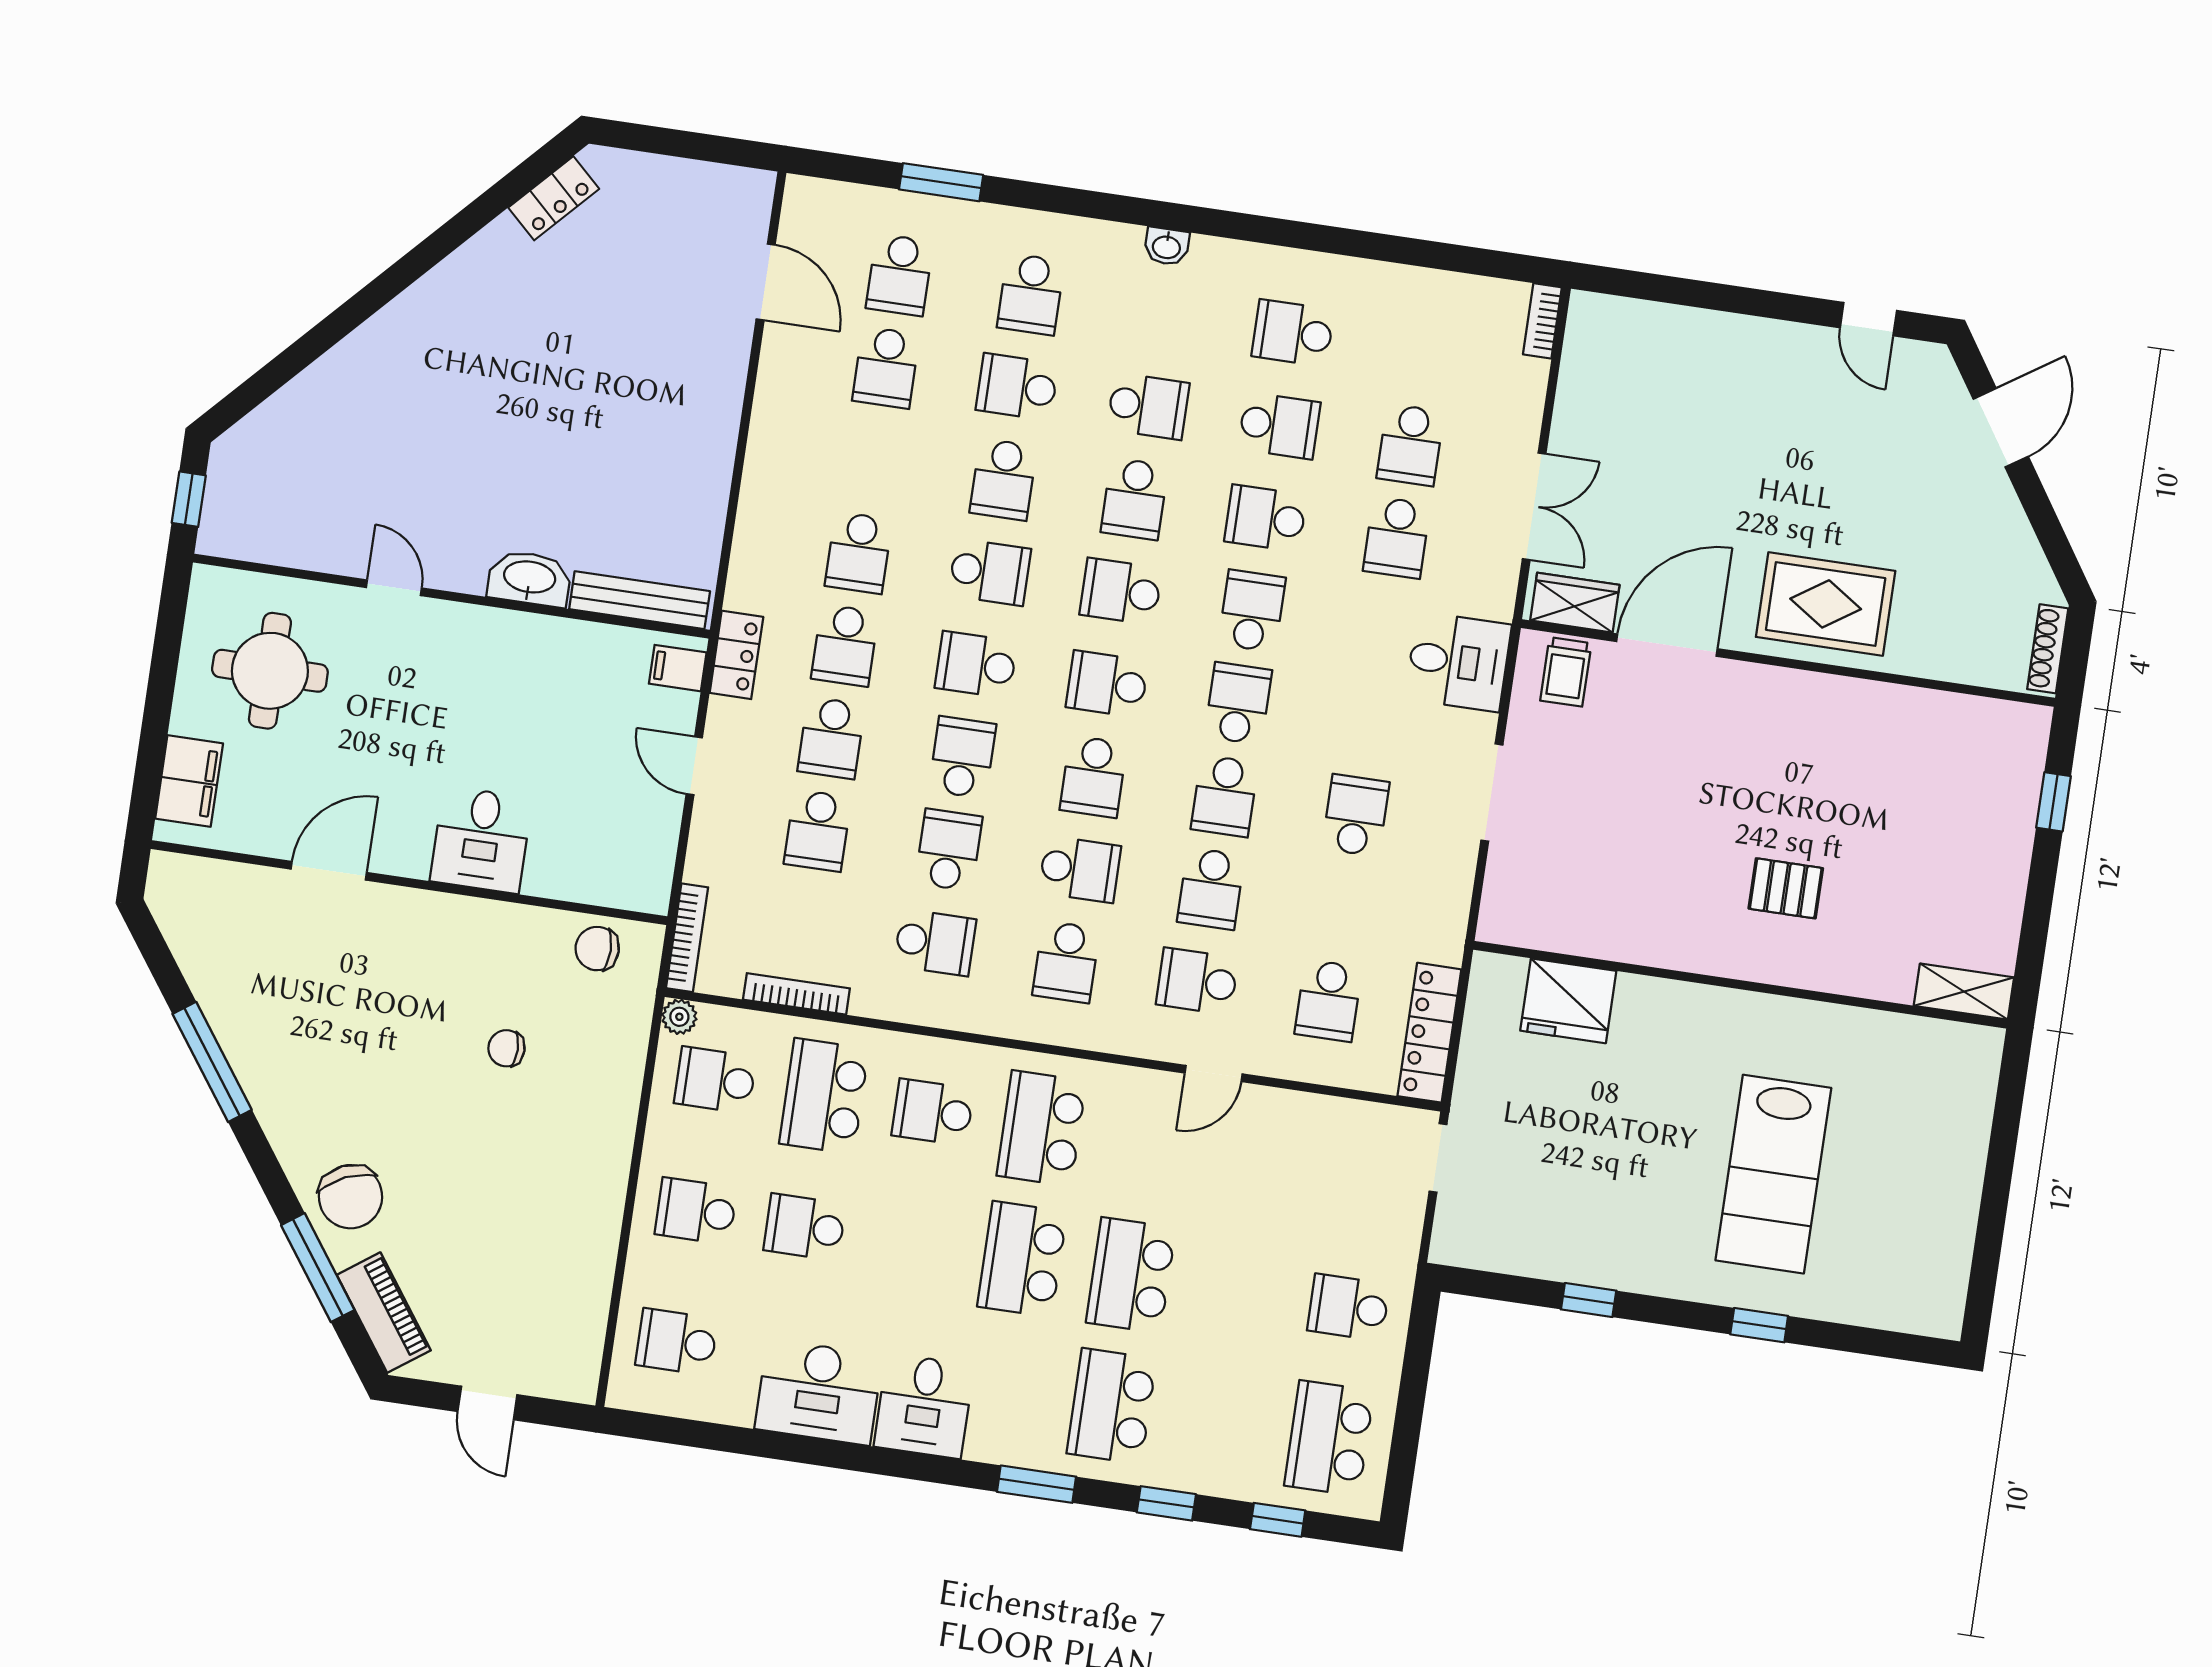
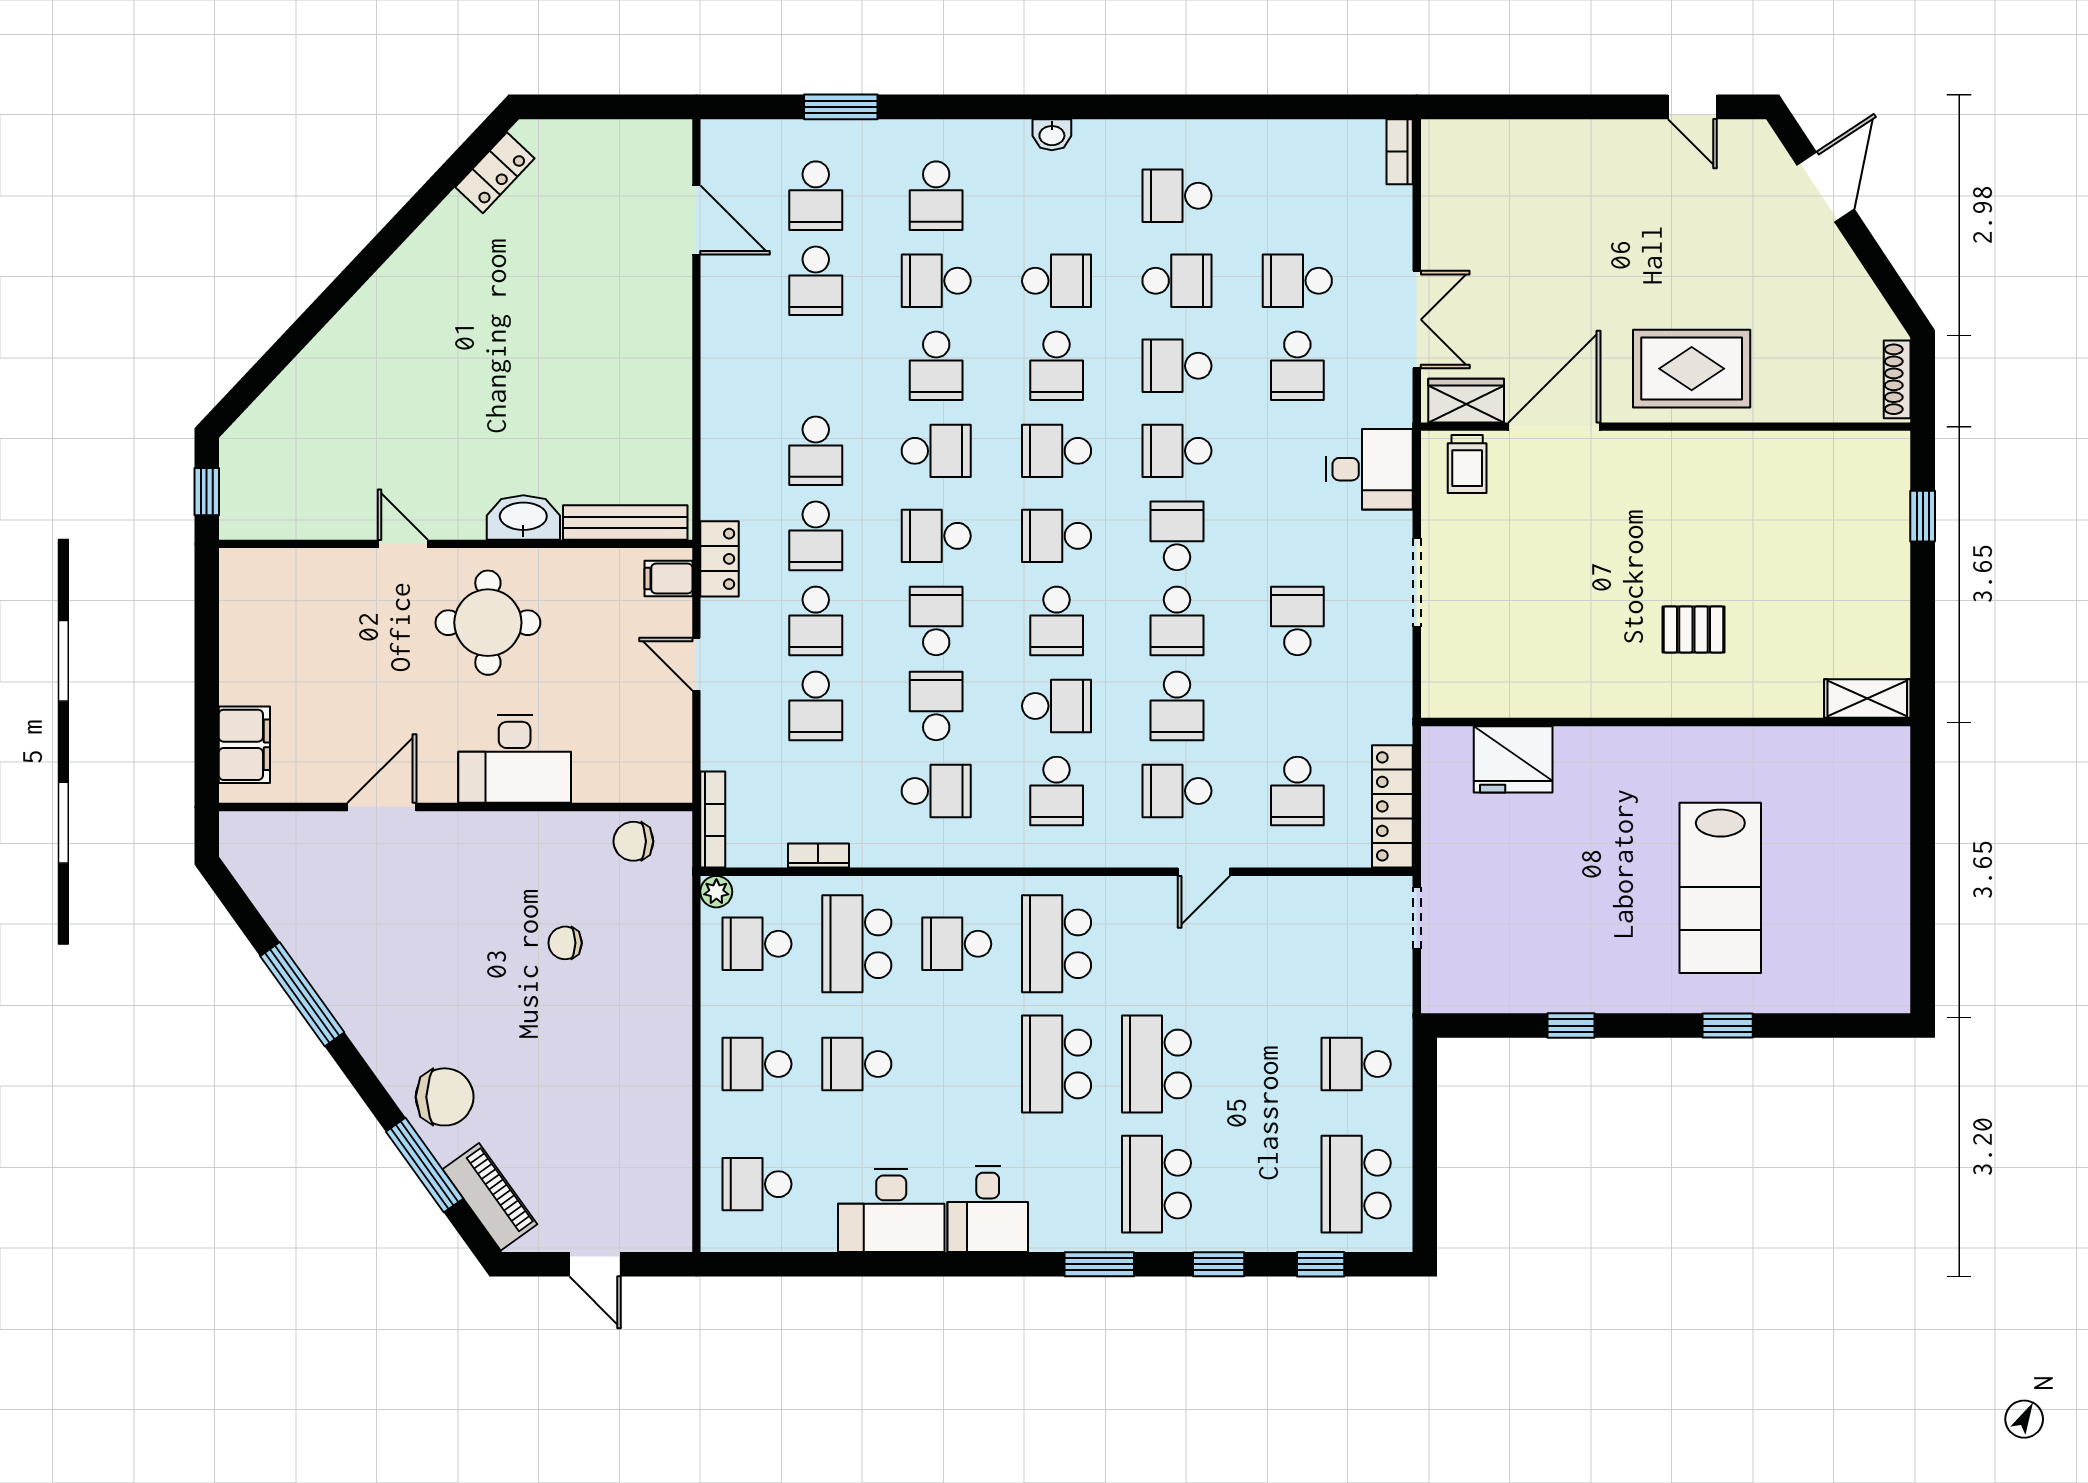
school desk: (1410, 445) -> (1297, 281), turned 90
school desk: (1252, 611) -> (1177, 451), turned -90
round table: (270, 671) -> (488, 623), moved
desk: (481, 840) -> (515, 759), width x1.37
bookcase: (796, 994) -> (818, 856), width x0.64
chair: (351, 1197) -> (445, 1097), turned -66

